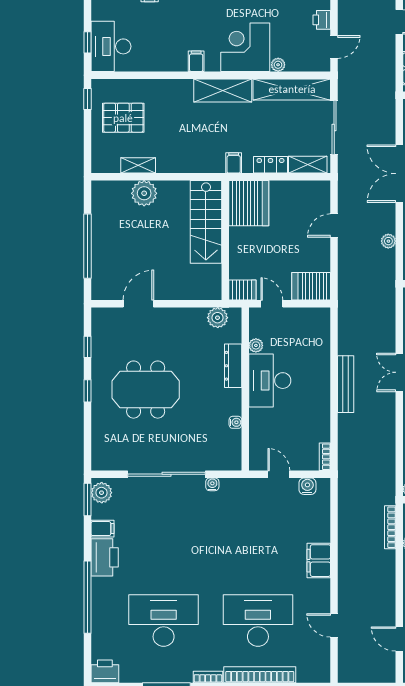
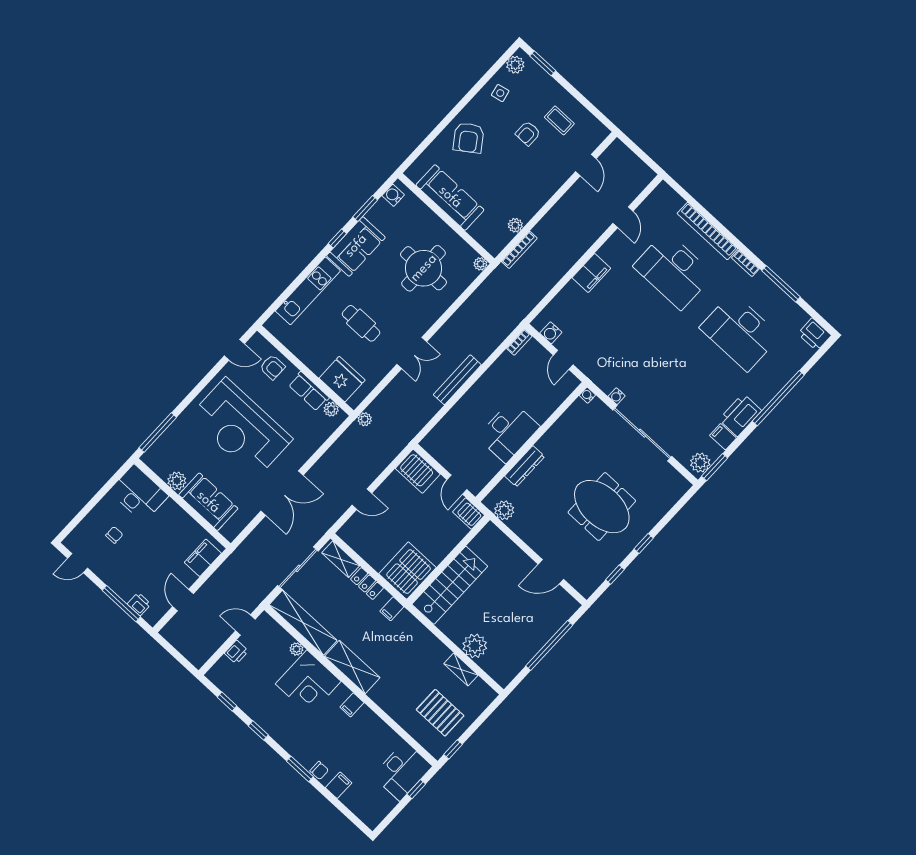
plant: (388, 241) -> (365, 419), moved
plant: (256, 345) -> (495, 466), removed
water cooler: (235, 422) -> (587, 395), moved

